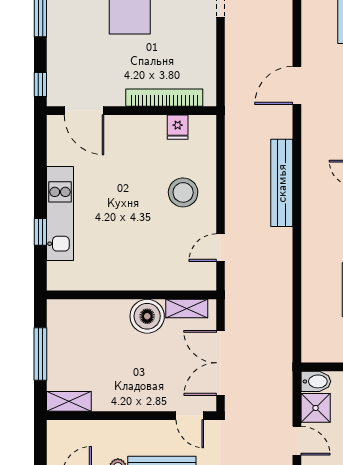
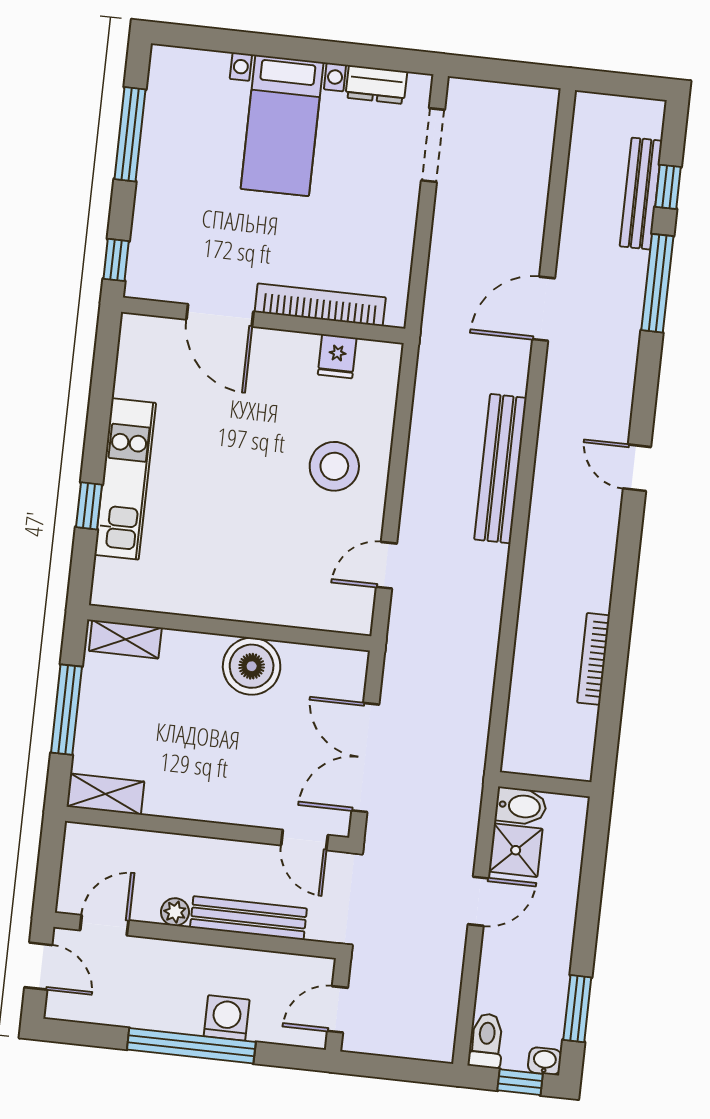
door: (84, 111) -> (220, 315), moved
shelving: (187, 309) -> (125, 639), moved
door: (297, 441) -> (478, 901), hinge flipped

